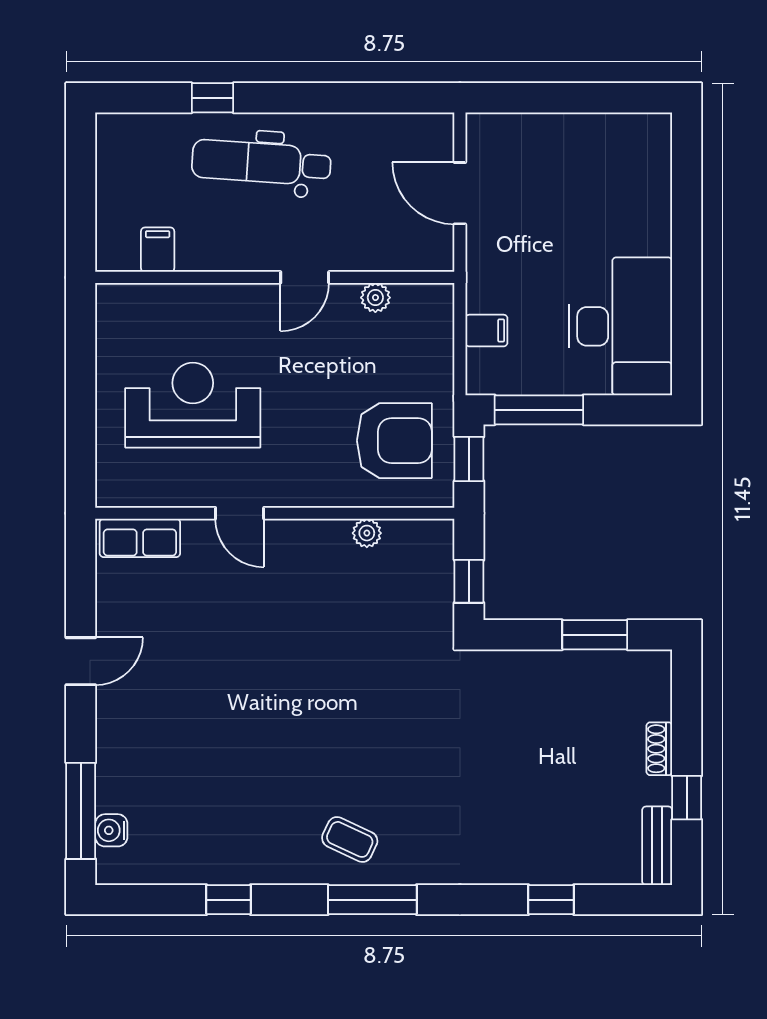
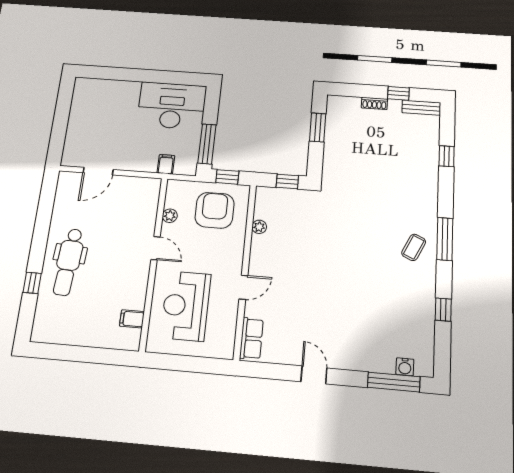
filing cabinet: (158, 250) -> (132, 319), moved
wall: (275, 277) -> (154, 262), moved
door: (305, 277) -> (156, 248), moved
plant: (375, 298) -> (170, 216), moved

